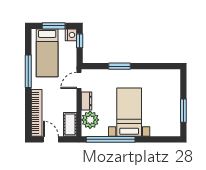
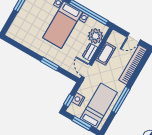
nightstand: (71, 35) -> (78, 99), moved
door: (79, 80) -> (87, 71), swing flipped
cot: (70, 124) -> (106, 54), moved
door: (51, 139) -> (134, 38), hinge flipped

